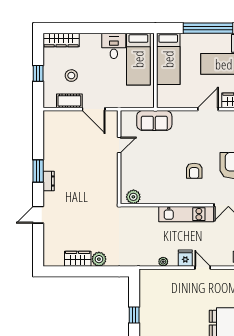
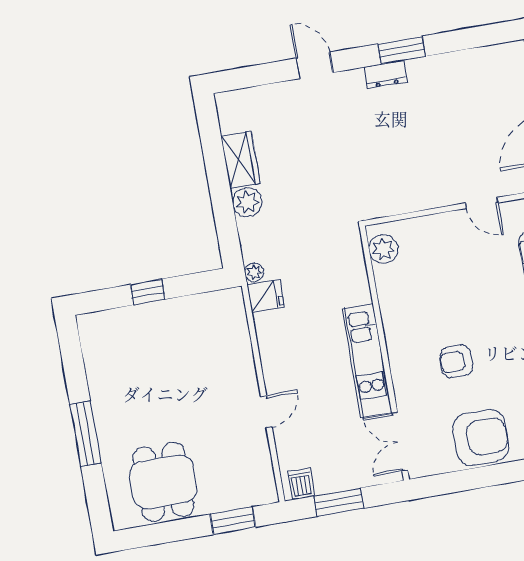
fridge: (185, 258) -> (266, 296), moved
plant: (163, 262) -> (254, 272), moved

